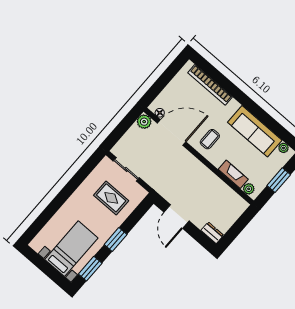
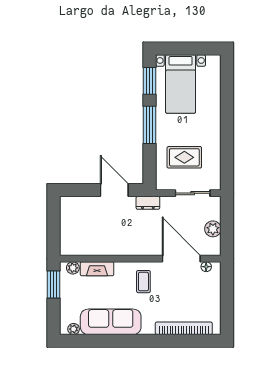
plant: (144, 122) -> (213, 229), moved
door: (172, 133) -> (181, 259), swing flipped
window: (279, 180) -> (54, 285), moved
dresser: (212, 233) -> (148, 203), moved
window: (116, 240) -> (149, 125), width x1.44

